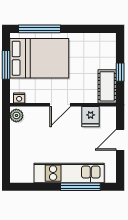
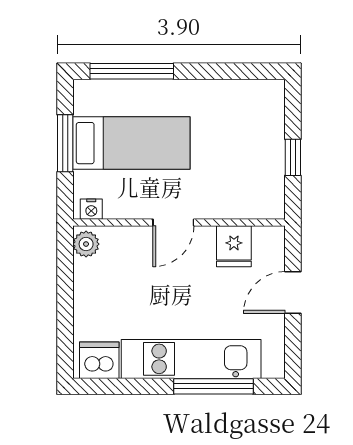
bed: (39, 58) -> (131, 143), width x0.67
cot: (107, 86) -> (267, 186), removed
dishwasher: (23, 174) -> (99, 360), added

